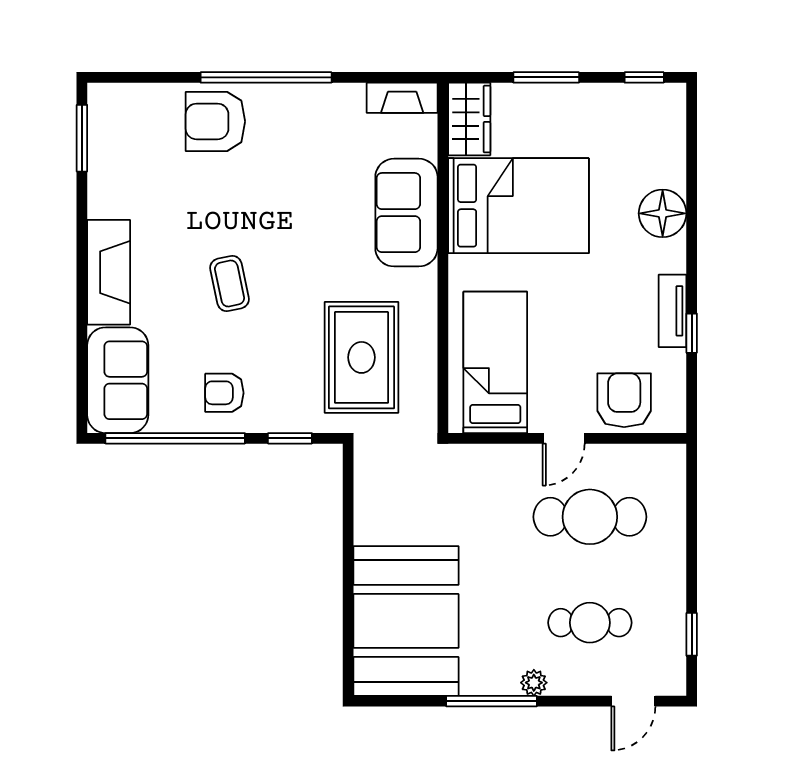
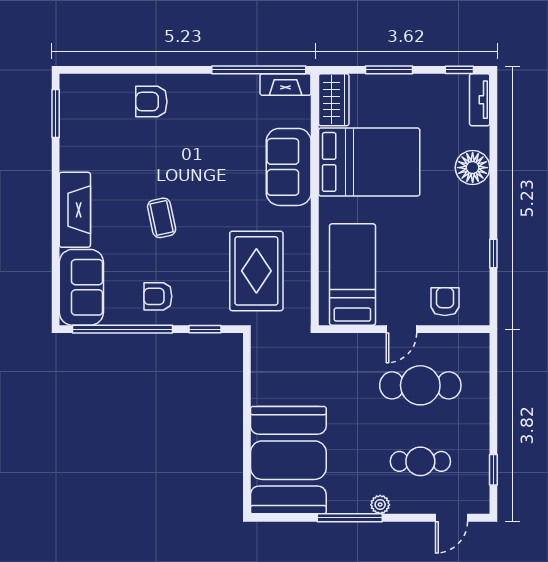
window: (266, 77) -> (259, 70), moved
armchair: (215, 121) -> (151, 102), width x0.72, depth x0.72
tv unit: (672, 311) -> (480, 100), moved
armchair: (624, 400) -> (445, 302), width x0.72, depth x0.72

